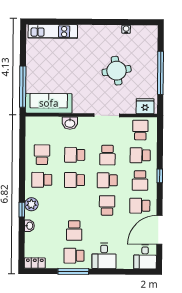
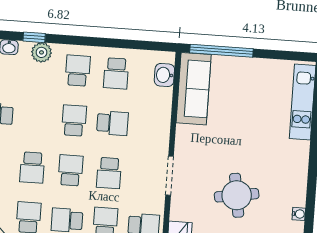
washbasin: (70, 123) -> (164, 75), moved
school desk: (42, 155) -> (116, 73), turned 90
school desk: (75, 155) -> (112, 123), turned 90
school desk: (107, 155) -> (109, 173), turned -90
school desk: (107, 205) -> (32, 168), turned 90

